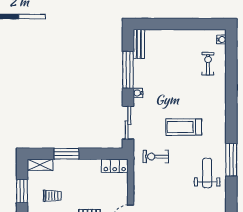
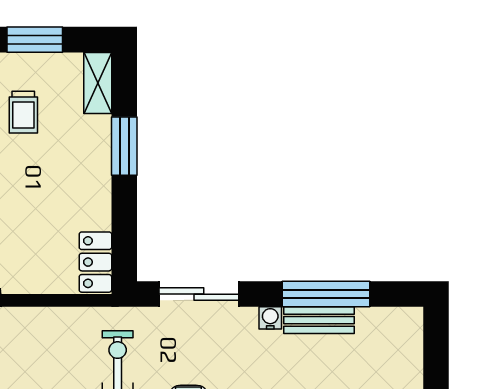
bench: (139, 44) -> (319, 320), moved

